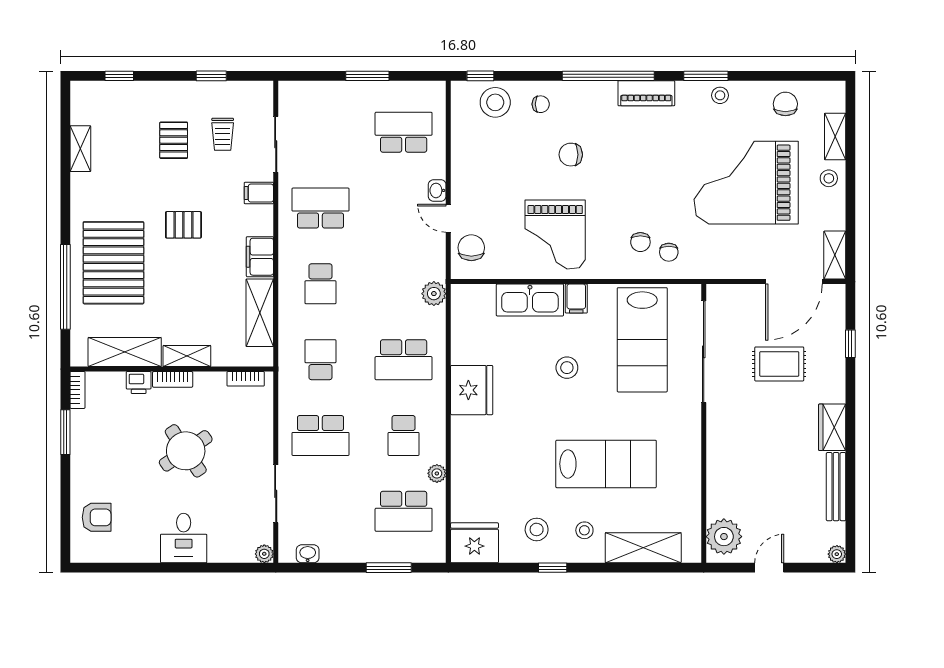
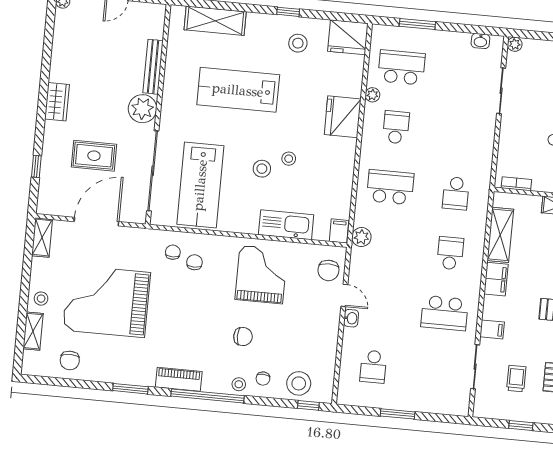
stool: (720, 95) -> (239, 384), moved
chair: (541, 104) -> (263, 379), turned -86
school desk: (404, 132) -> (373, 367), width x0.54
grand piano: (746, 183) -> (107, 301), turned 180
door: (794, 282) -> (96, 222), moved
filing cabinet: (576, 299) -> (339, 231), moved
lab bench: (642, 340) -> (200, 185), turned 180
fridge: (472, 390) -> (343, 117), moved
school desk: (320, 435) -> (461, 133), removed
bench: (836, 487) -> (153, 67), moved
stool: (584, 530) -> (289, 159), moved
plant: (724, 537) -> (142, 109), moved

